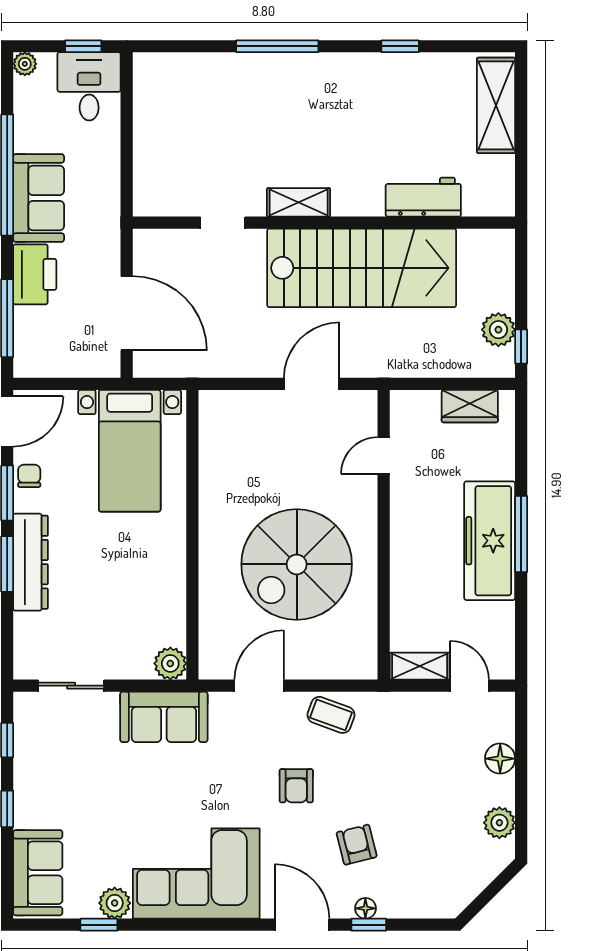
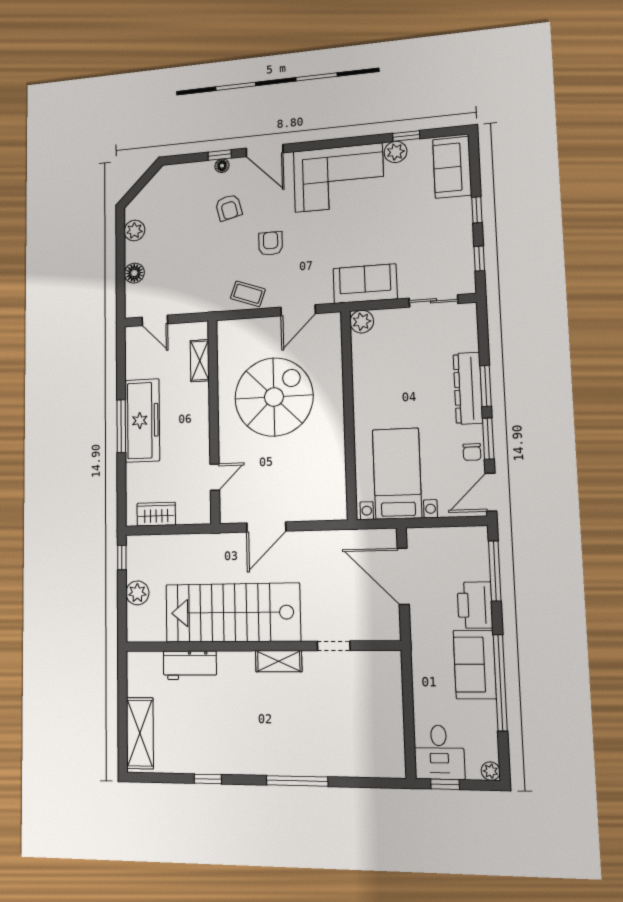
plant: (498, 330) -> (137, 593), moved
shelving: (420, 666) -> (200, 361), moved, turned 90

